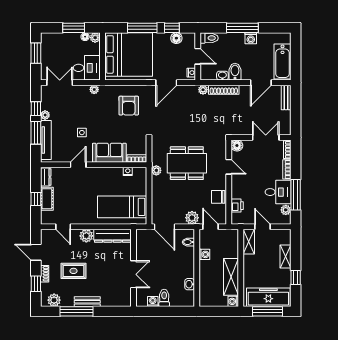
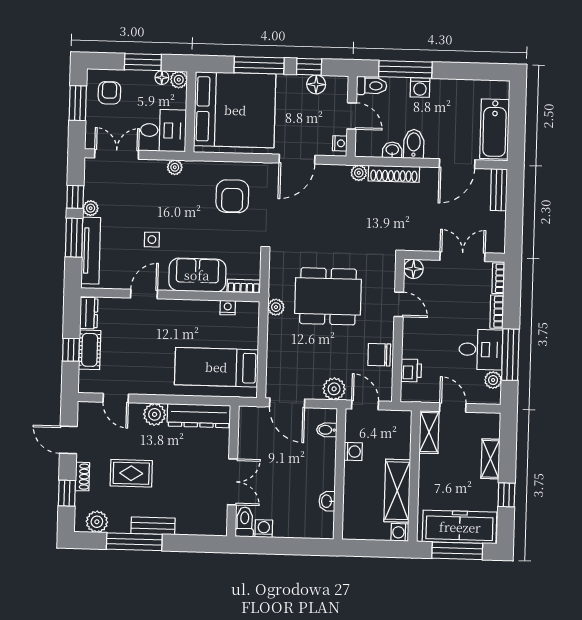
window: (242, 28) -> (405, 69), moved
washing machine: (251, 38) -> (420, 88), moved
armchair: (54, 47) -> (109, 93), added
toilet: (164, 298) -> (245, 522), moved

